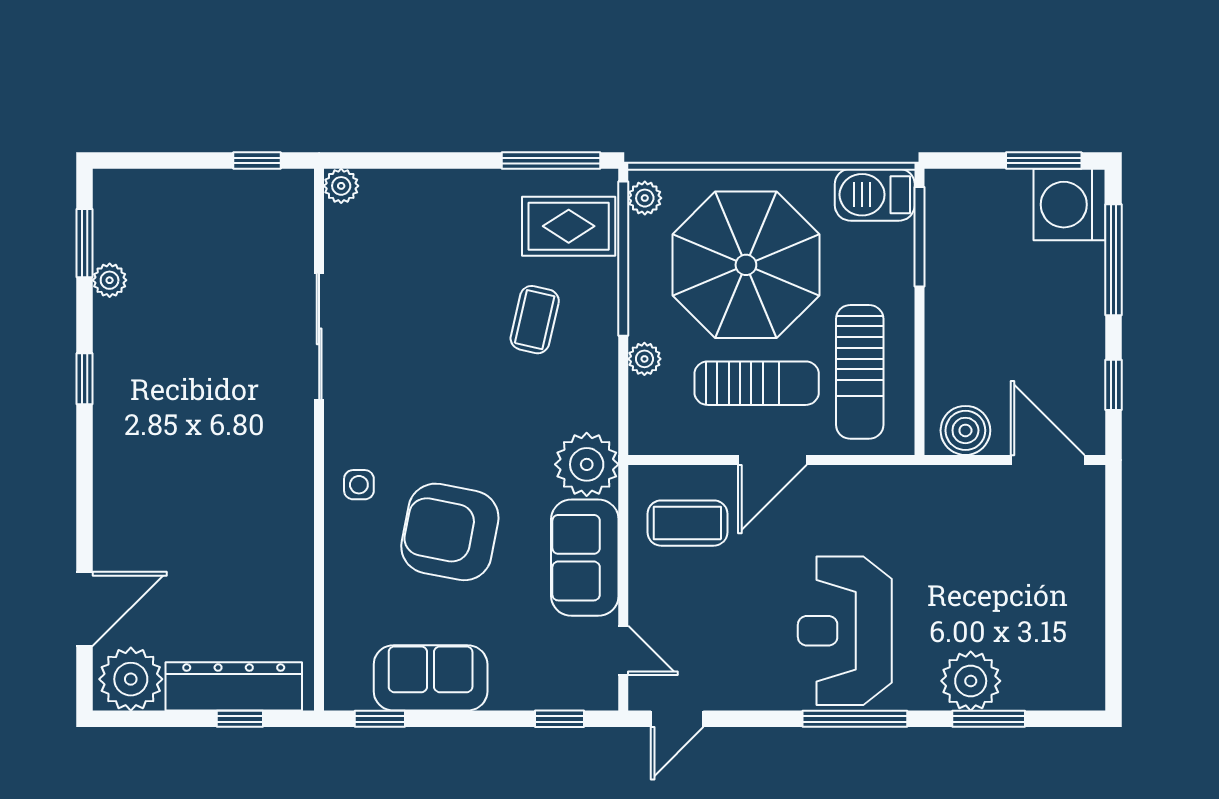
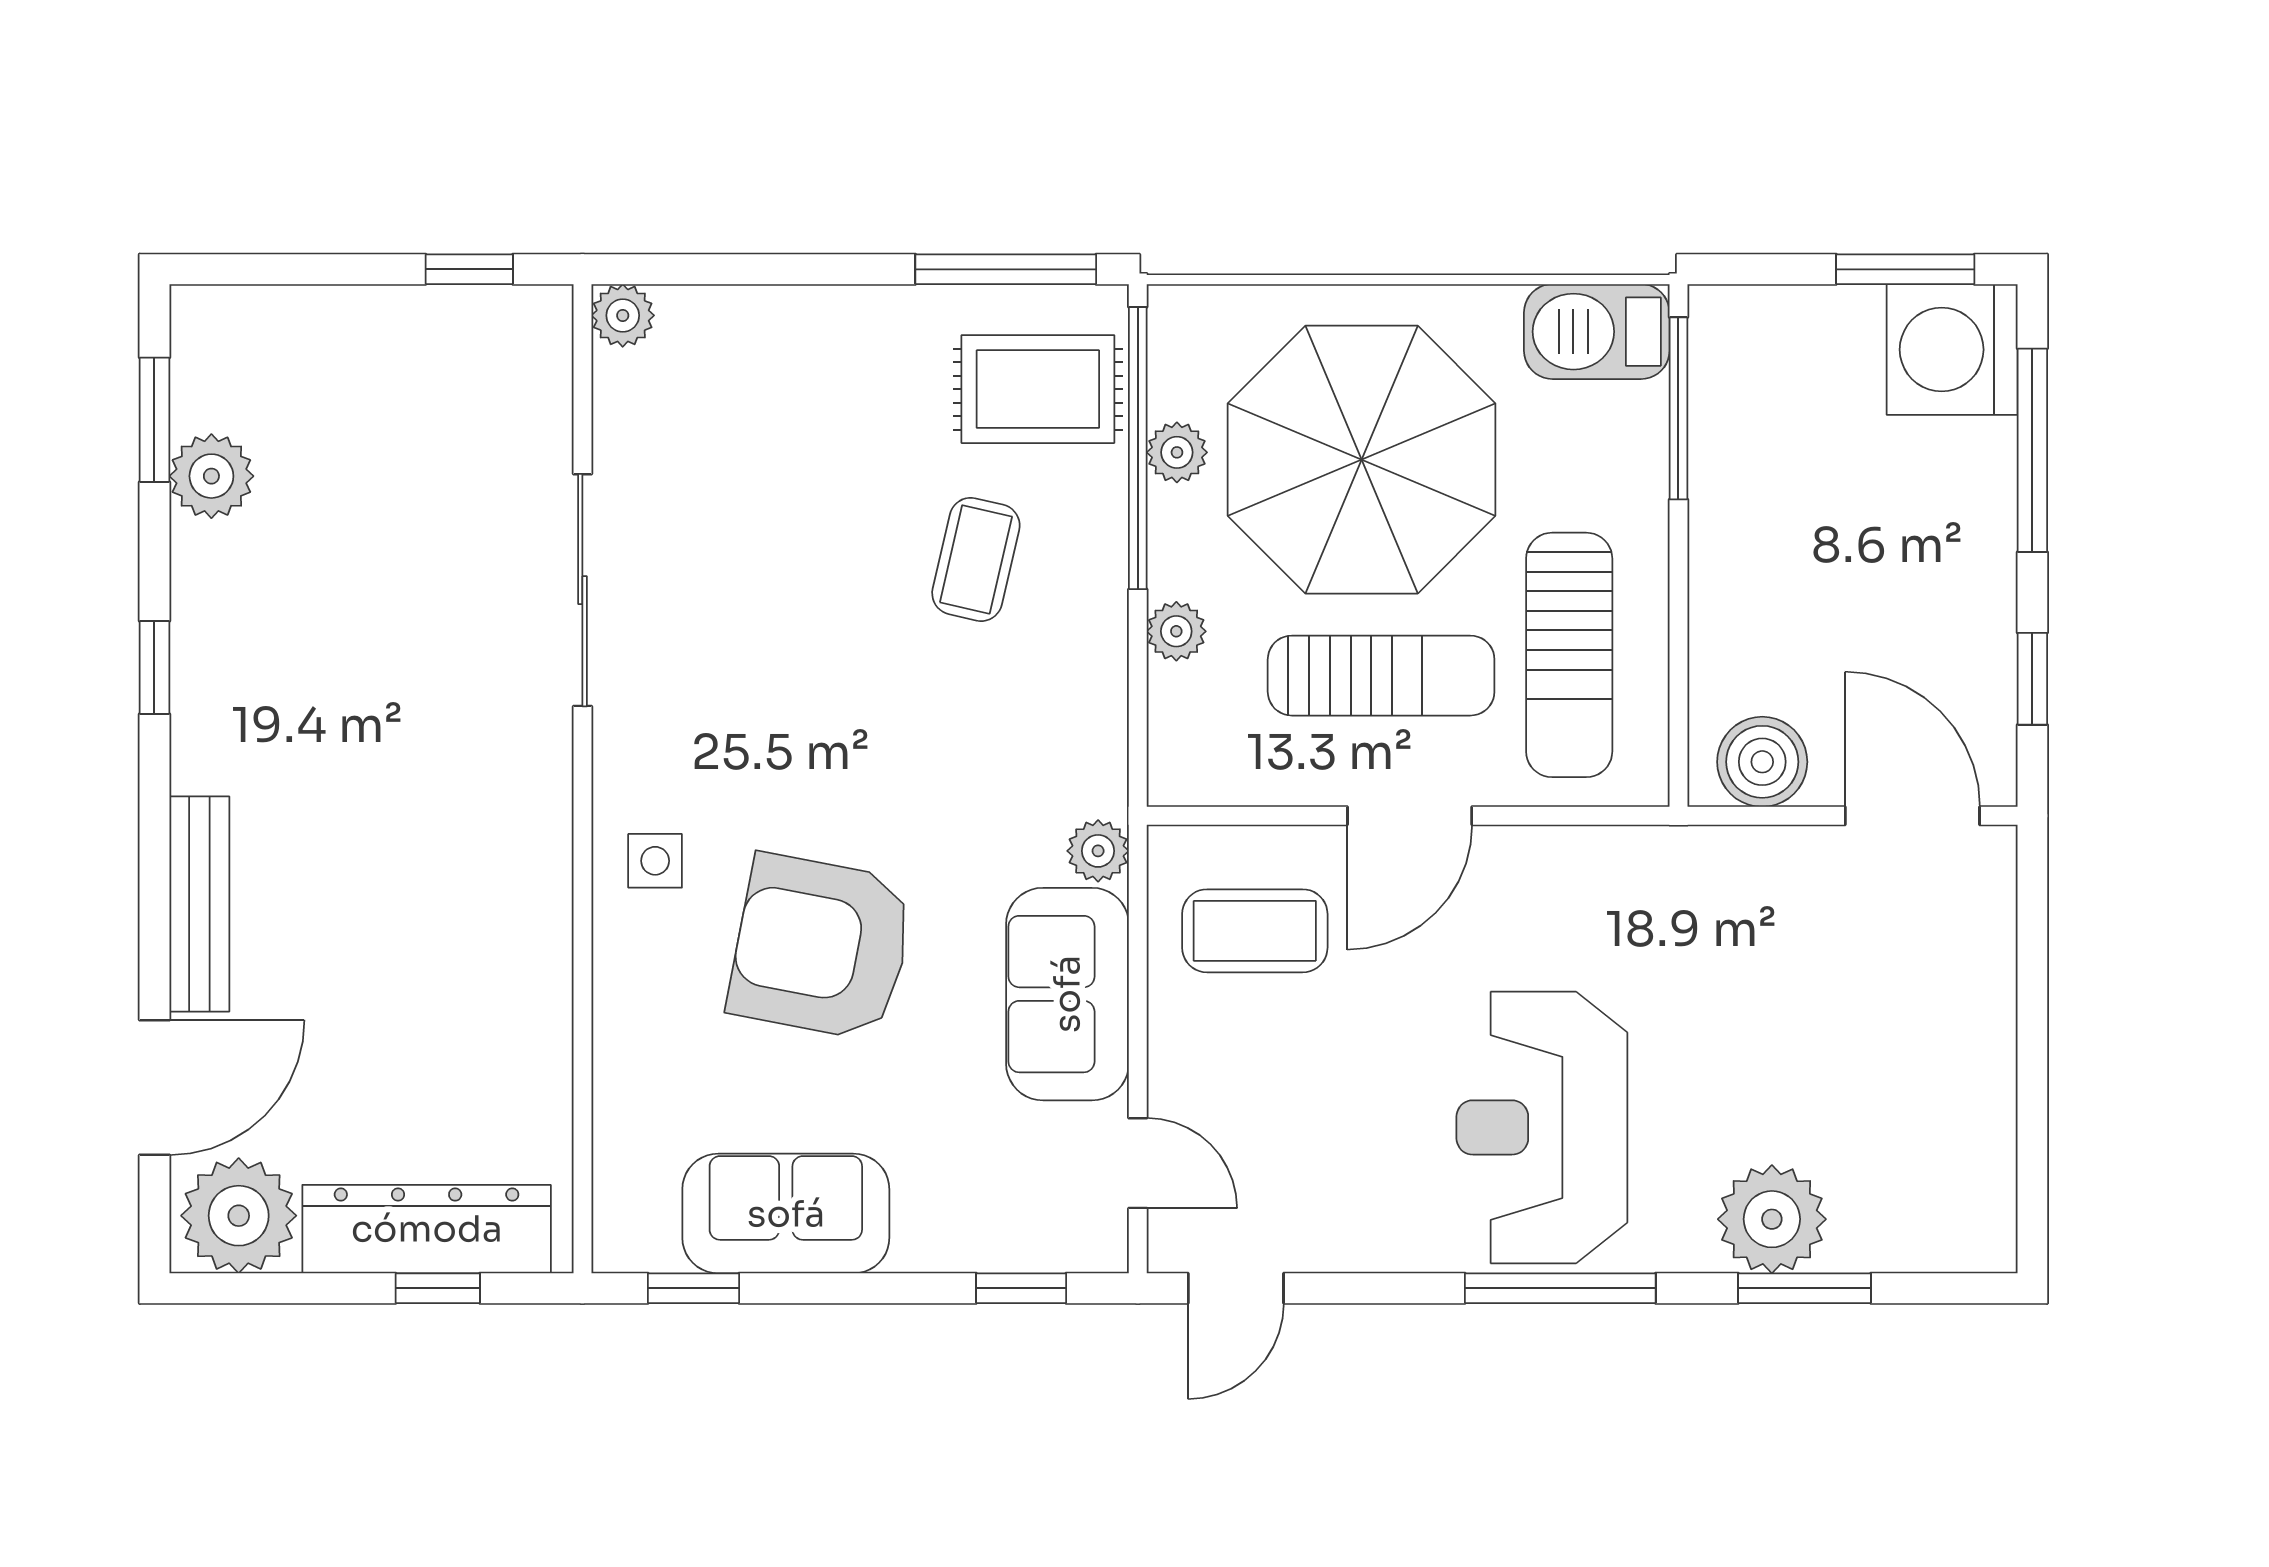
plant: (645, 198) -> (1177, 452), moved
plant: (110, 280) -> (211, 476), width x1.38, depth x1.38
plant: (587, 464) -> (1098, 851), width x0.53, depth x0.53
bench: (109, 508) -> (199, 904), added

